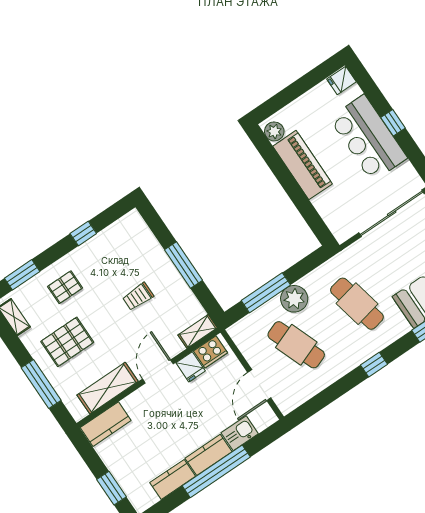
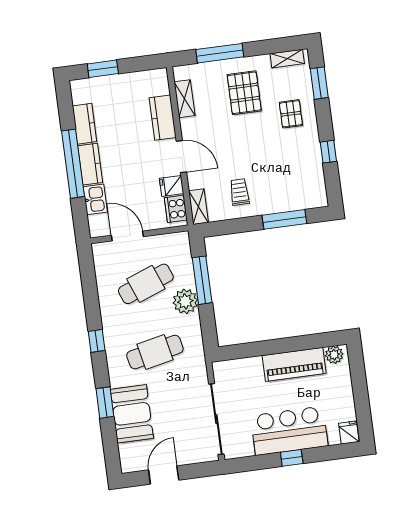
window: (184, 265) -> (284, 219), moved
trolley: (138, 297) -> (239, 192), moved
shelving: (108, 388) -> (184, 99), width x0.67, depth x0.75
kitchen counter: (106, 424) -> (163, 118), moved

